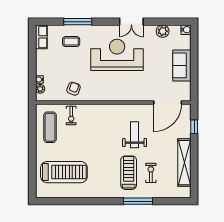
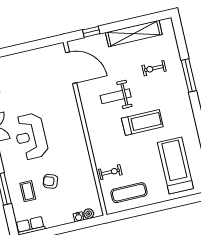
reception desk: (117, 55) -> (31, 136), width x0.74, depth x0.77
sofa: (182, 65) -> (26, 61), removed
armchair: (74, 89) -> (50, 181), moved
treadmill: (129, 173) -> (142, 122), moved, turned 180

